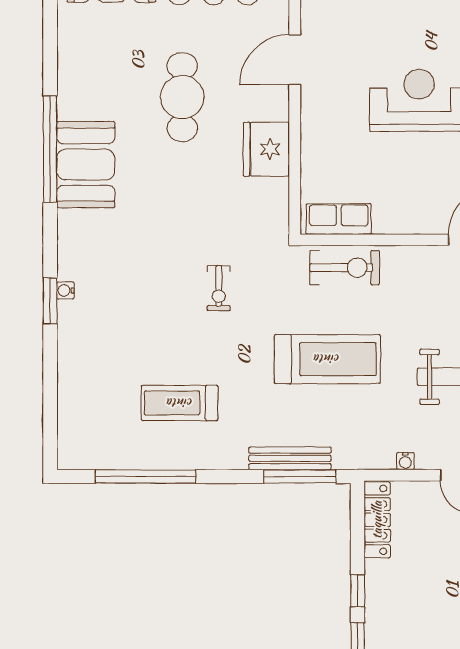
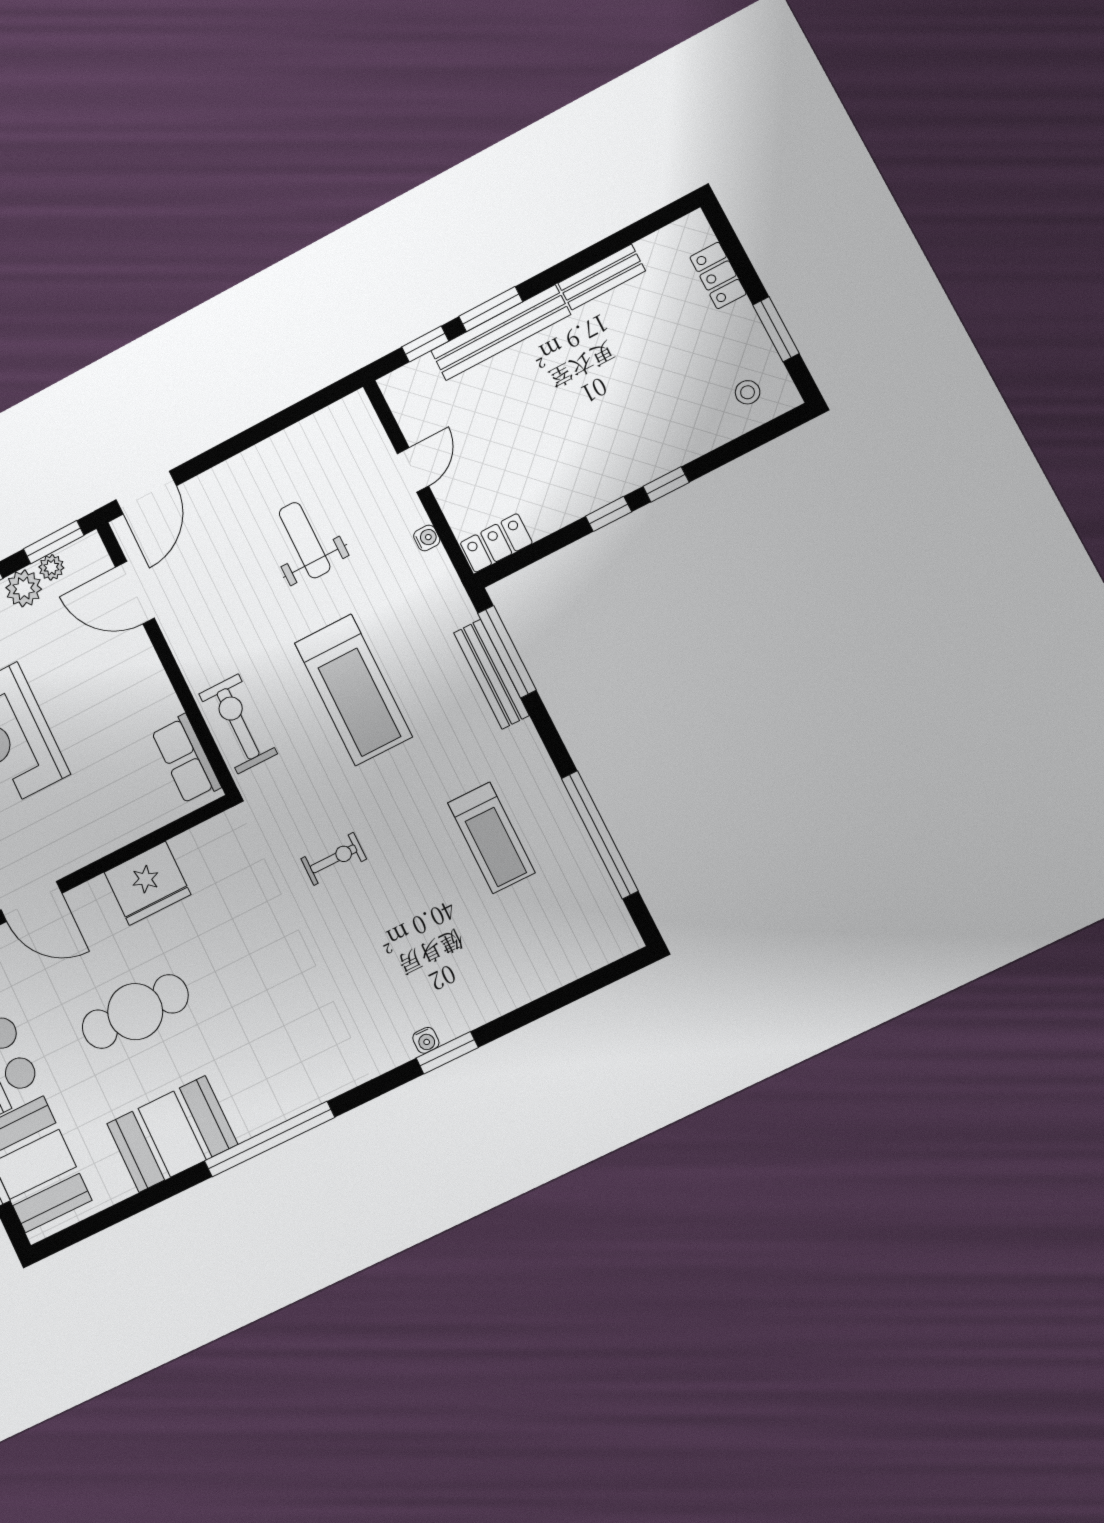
booth: (86, 165) -> (172, 1134), moved
treadmill: (327, 359) -> (353, 690), turned 180
locker: (377, 520) -> (496, 543), width x0.66

